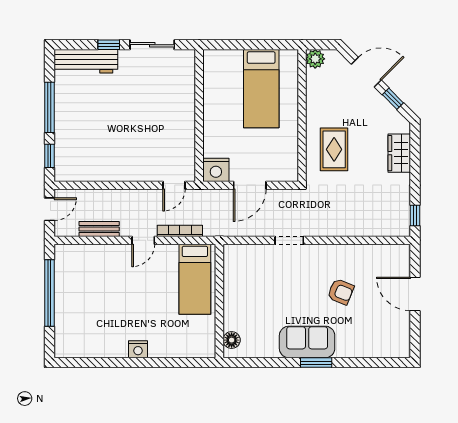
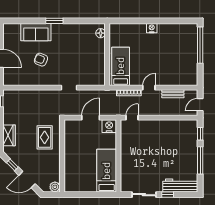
bed: (261, 89) -> (107, 171), moved
window: (49, 293) -> (200, 45), moved
sofa: (307, 342) -> (36, 32), moved

